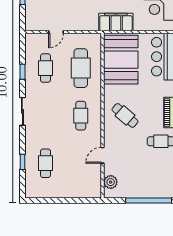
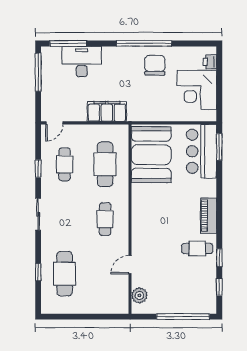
filing cabinet: (116, 22) -> (107, 111), moved
door: (56, 32) -> (54, 123), moved
cafe table: (125, 115) -> (156, 219), removed
cafe table: (45, 163) -> (65, 274), width x1.37, depth x1.35

